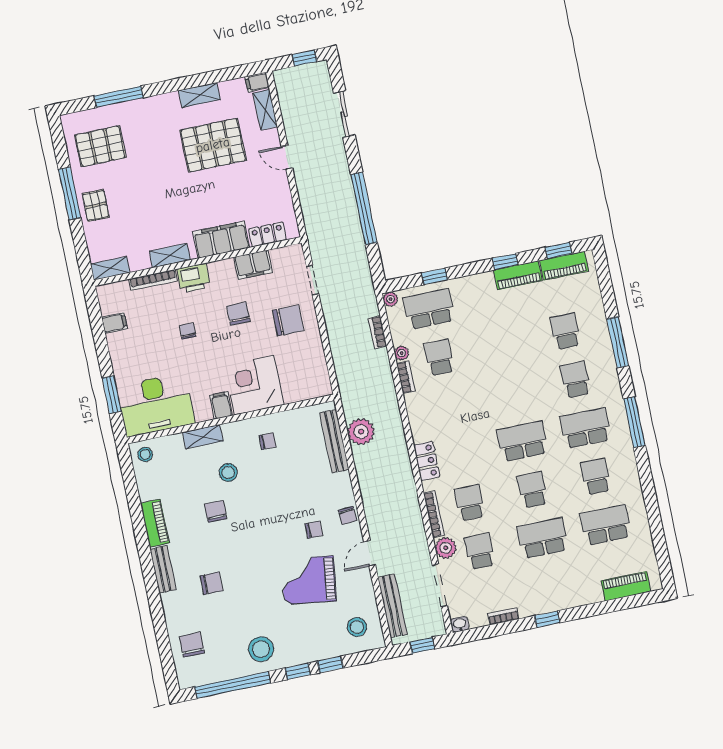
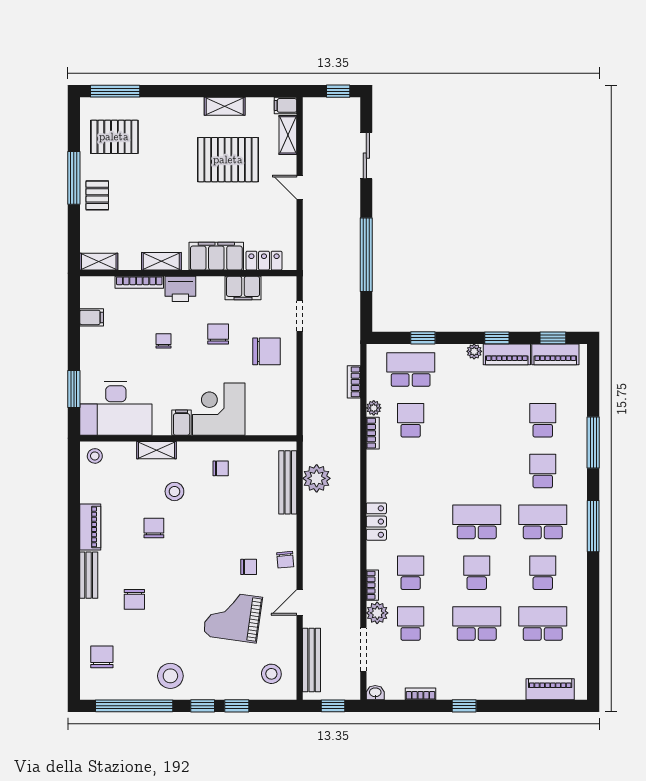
window: (119, 97) -> (115, 91), moved
plant: (390, 299) -> (474, 351), moved
bookcase: (434, 514) -> (372, 585), width x0.64
chair: (211, 583) -> (134, 599), turned 90

